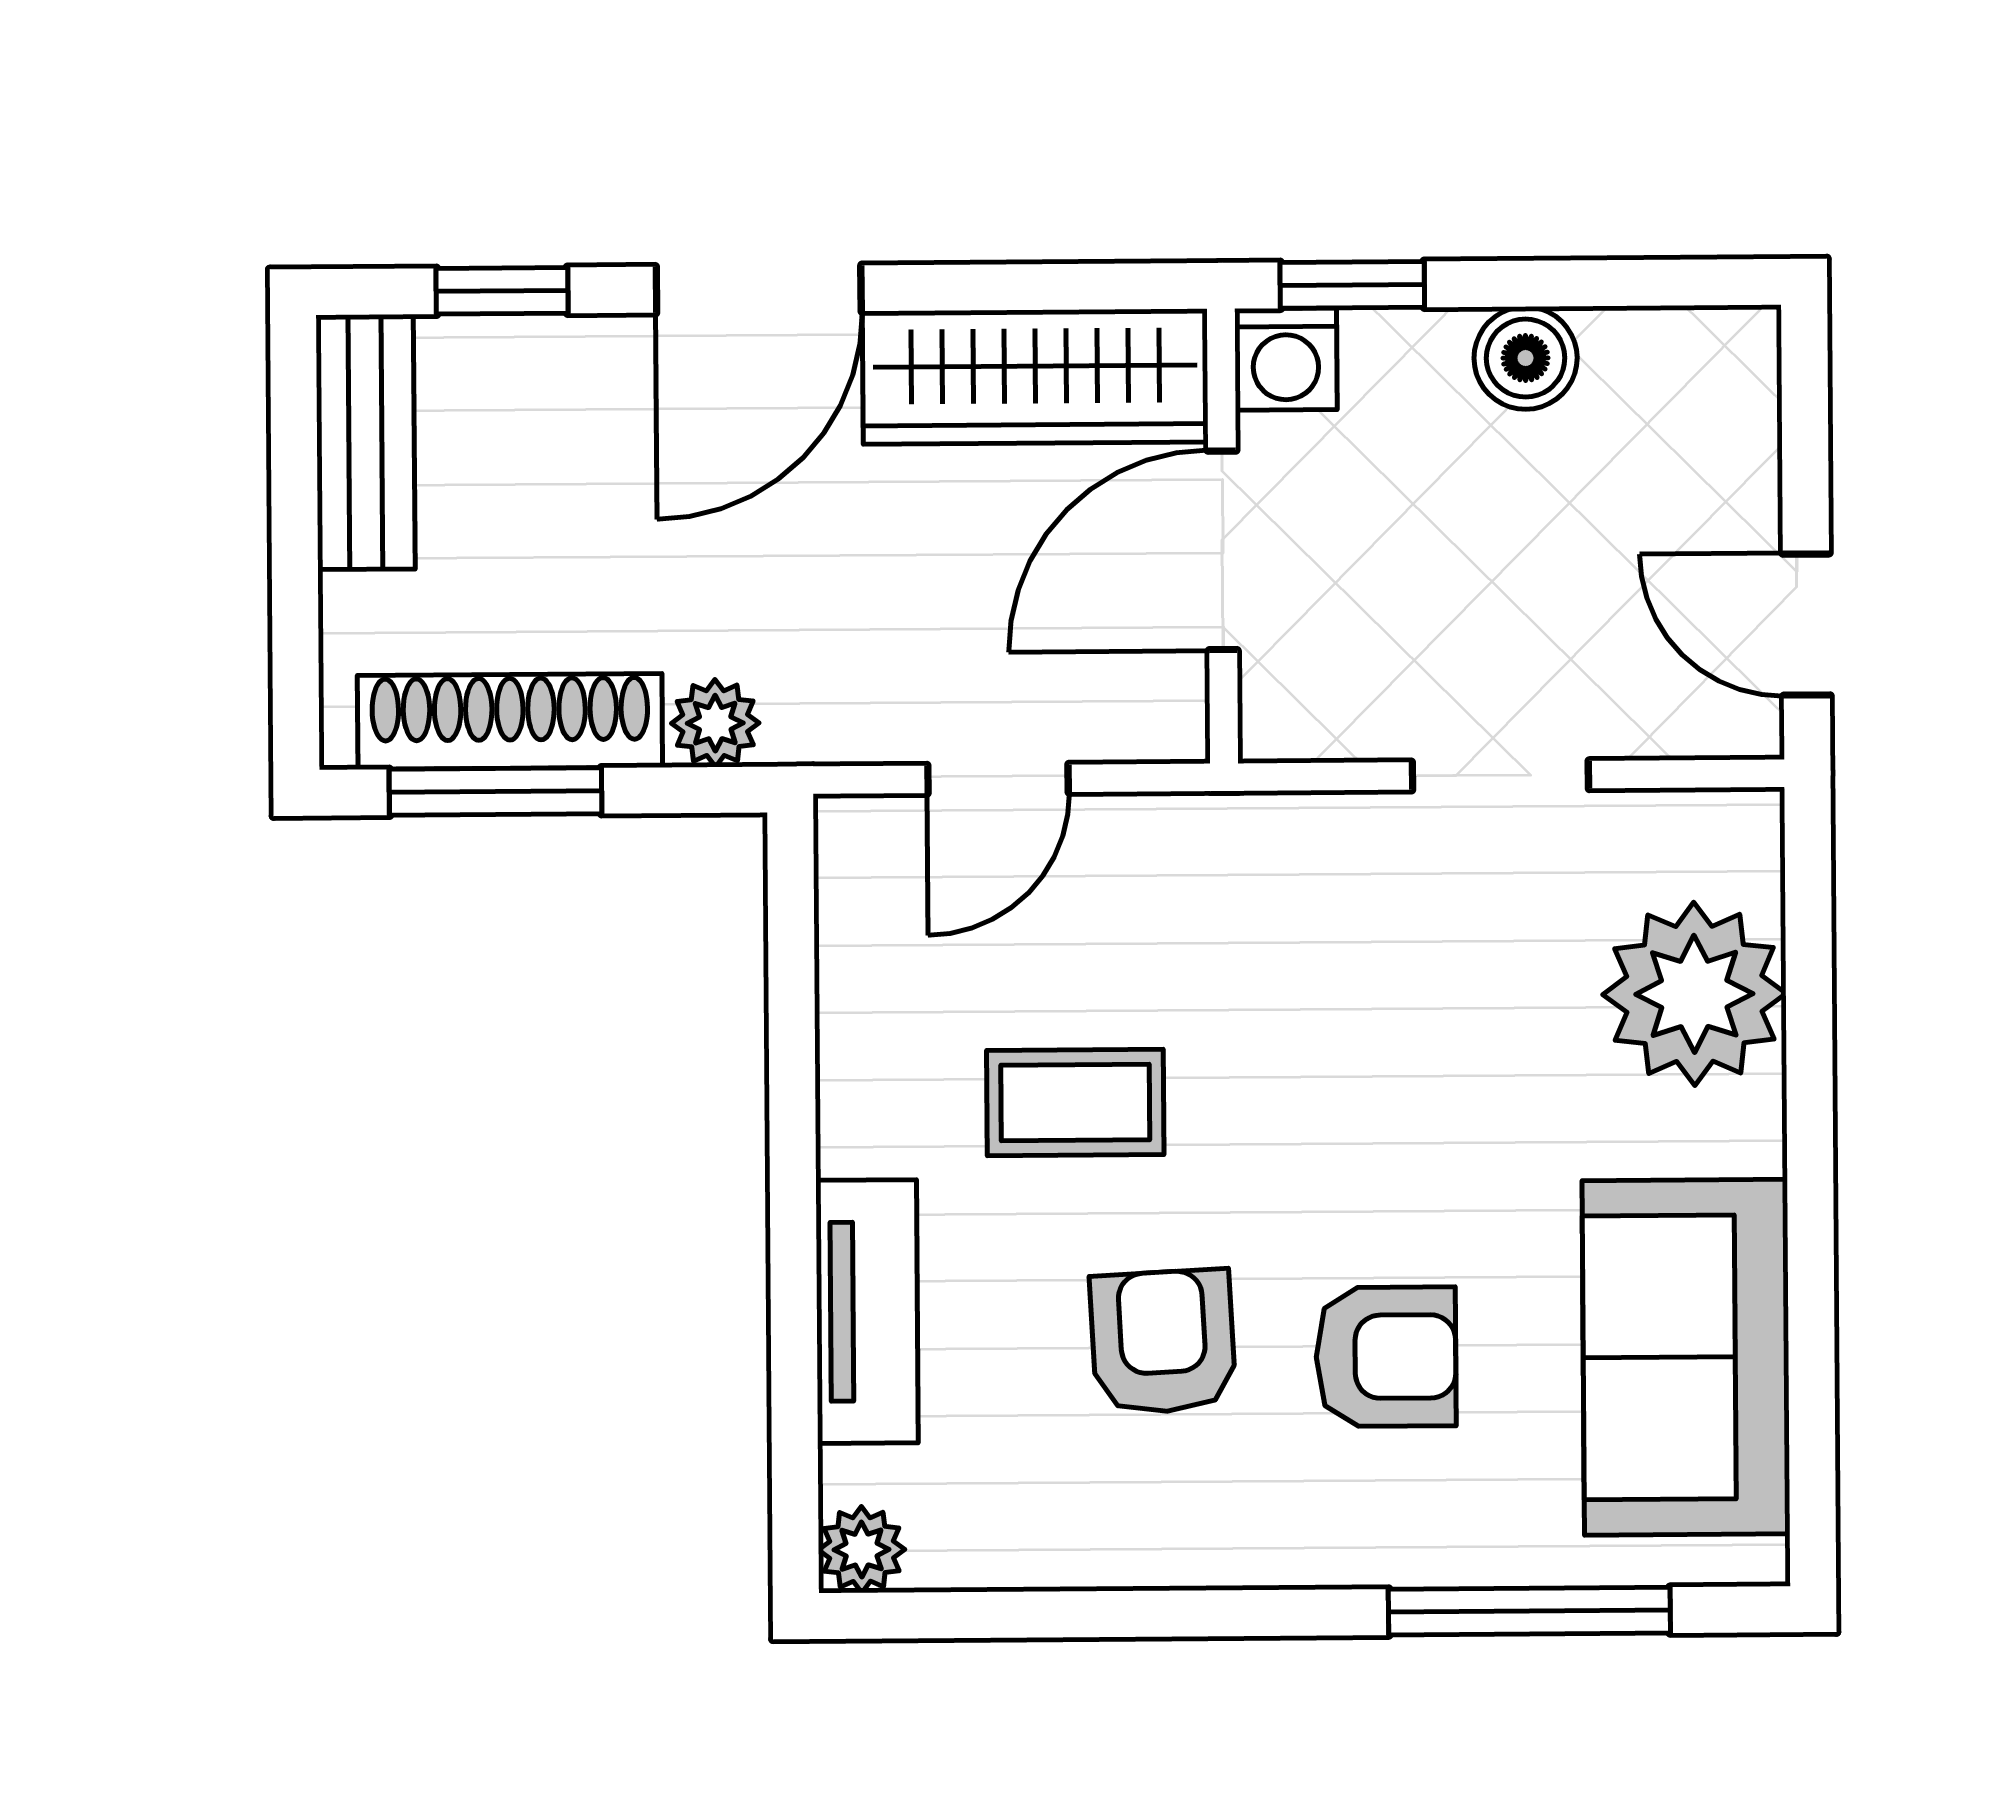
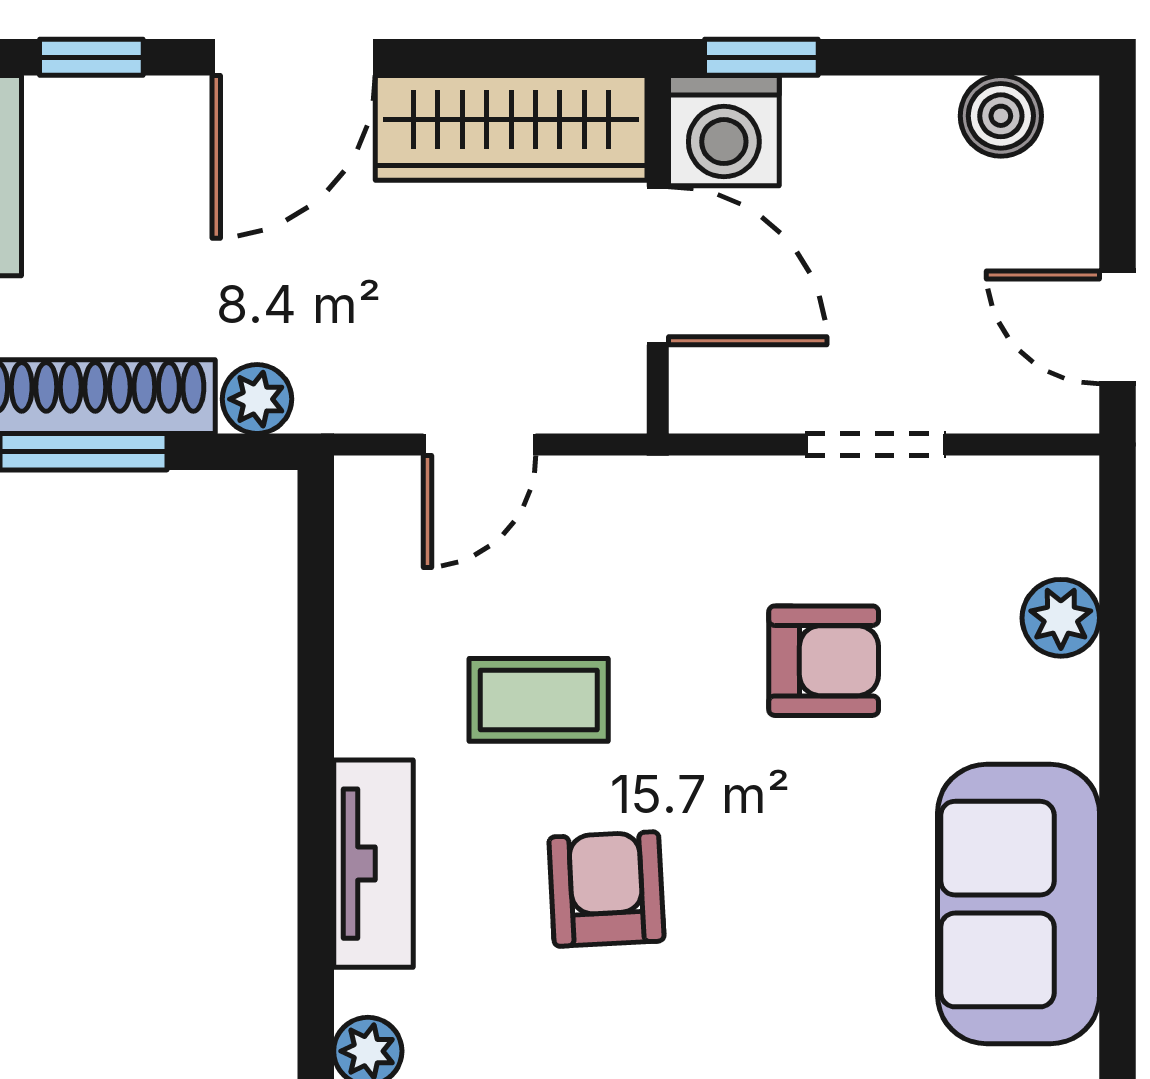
boiler: (1526, 358) -> (1001, 116), moved
washing machine: (1286, 359) -> (724, 131), width x1.38, depth x1.38
door: (1223, 550) -> (658, 266), swing flipped
plant: (1694, 994) -> (1061, 618), width x0.53, depth x0.53
armchair: (1386, 1357) -> (824, 661), moved

